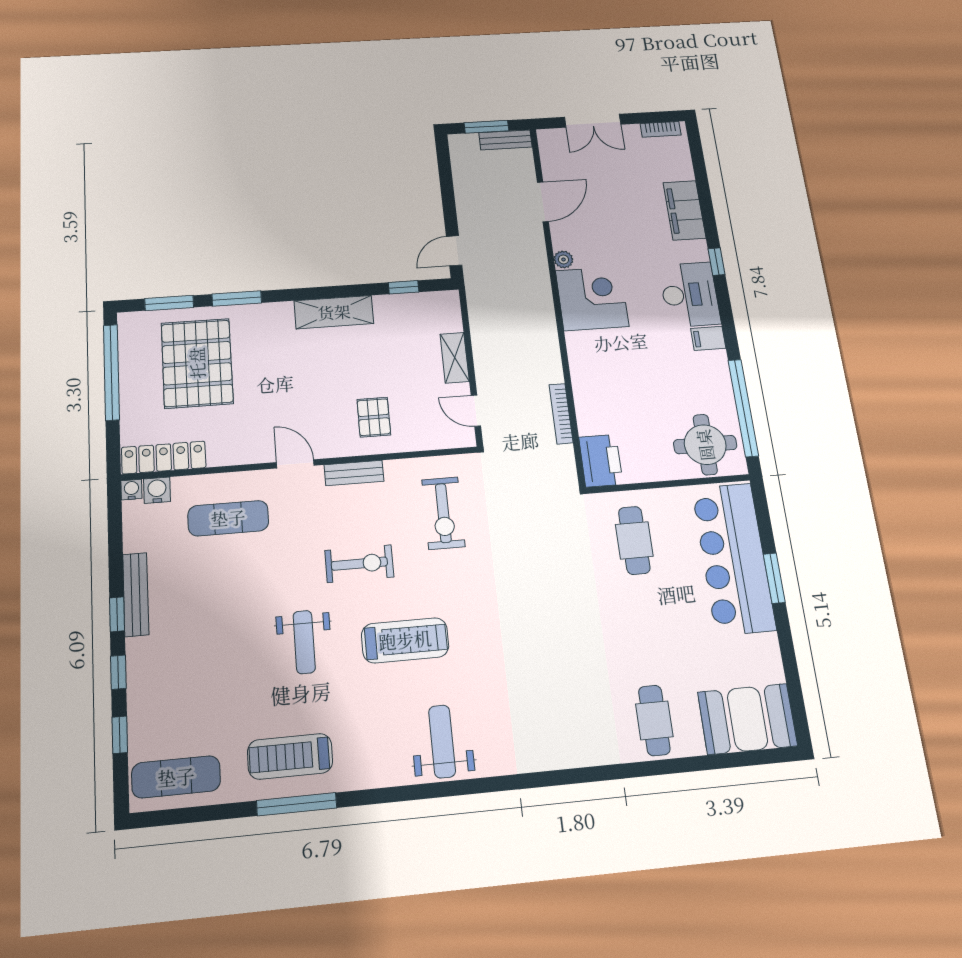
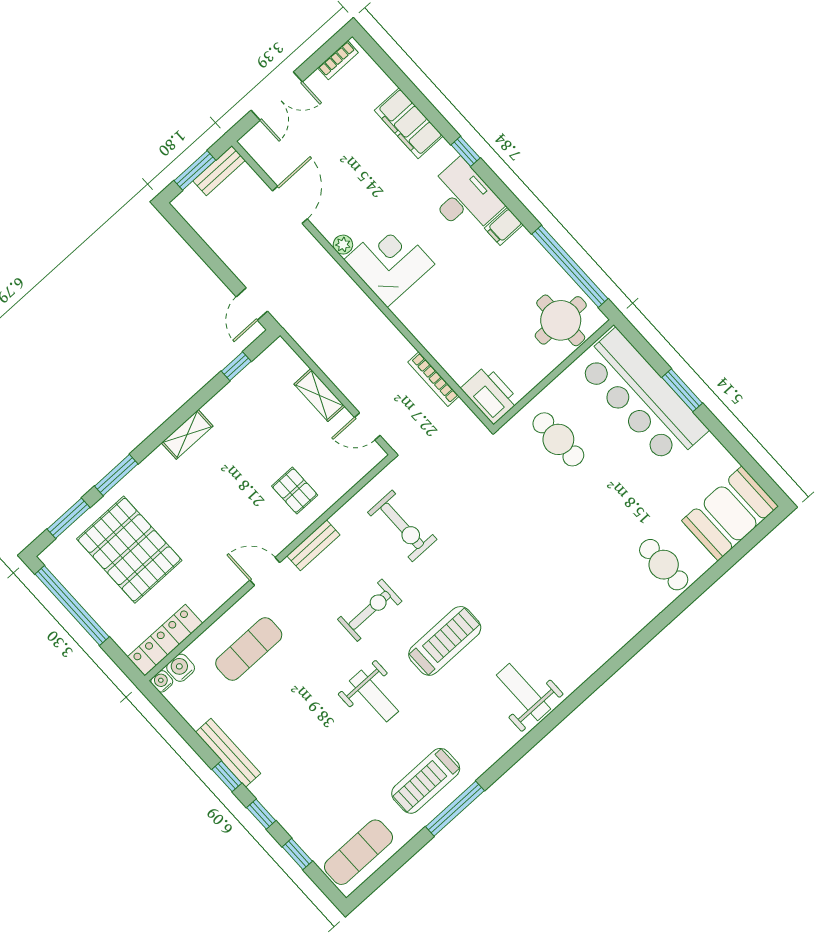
shelving: (334, 312) -> (187, 434), width x0.67, depth x0.75

